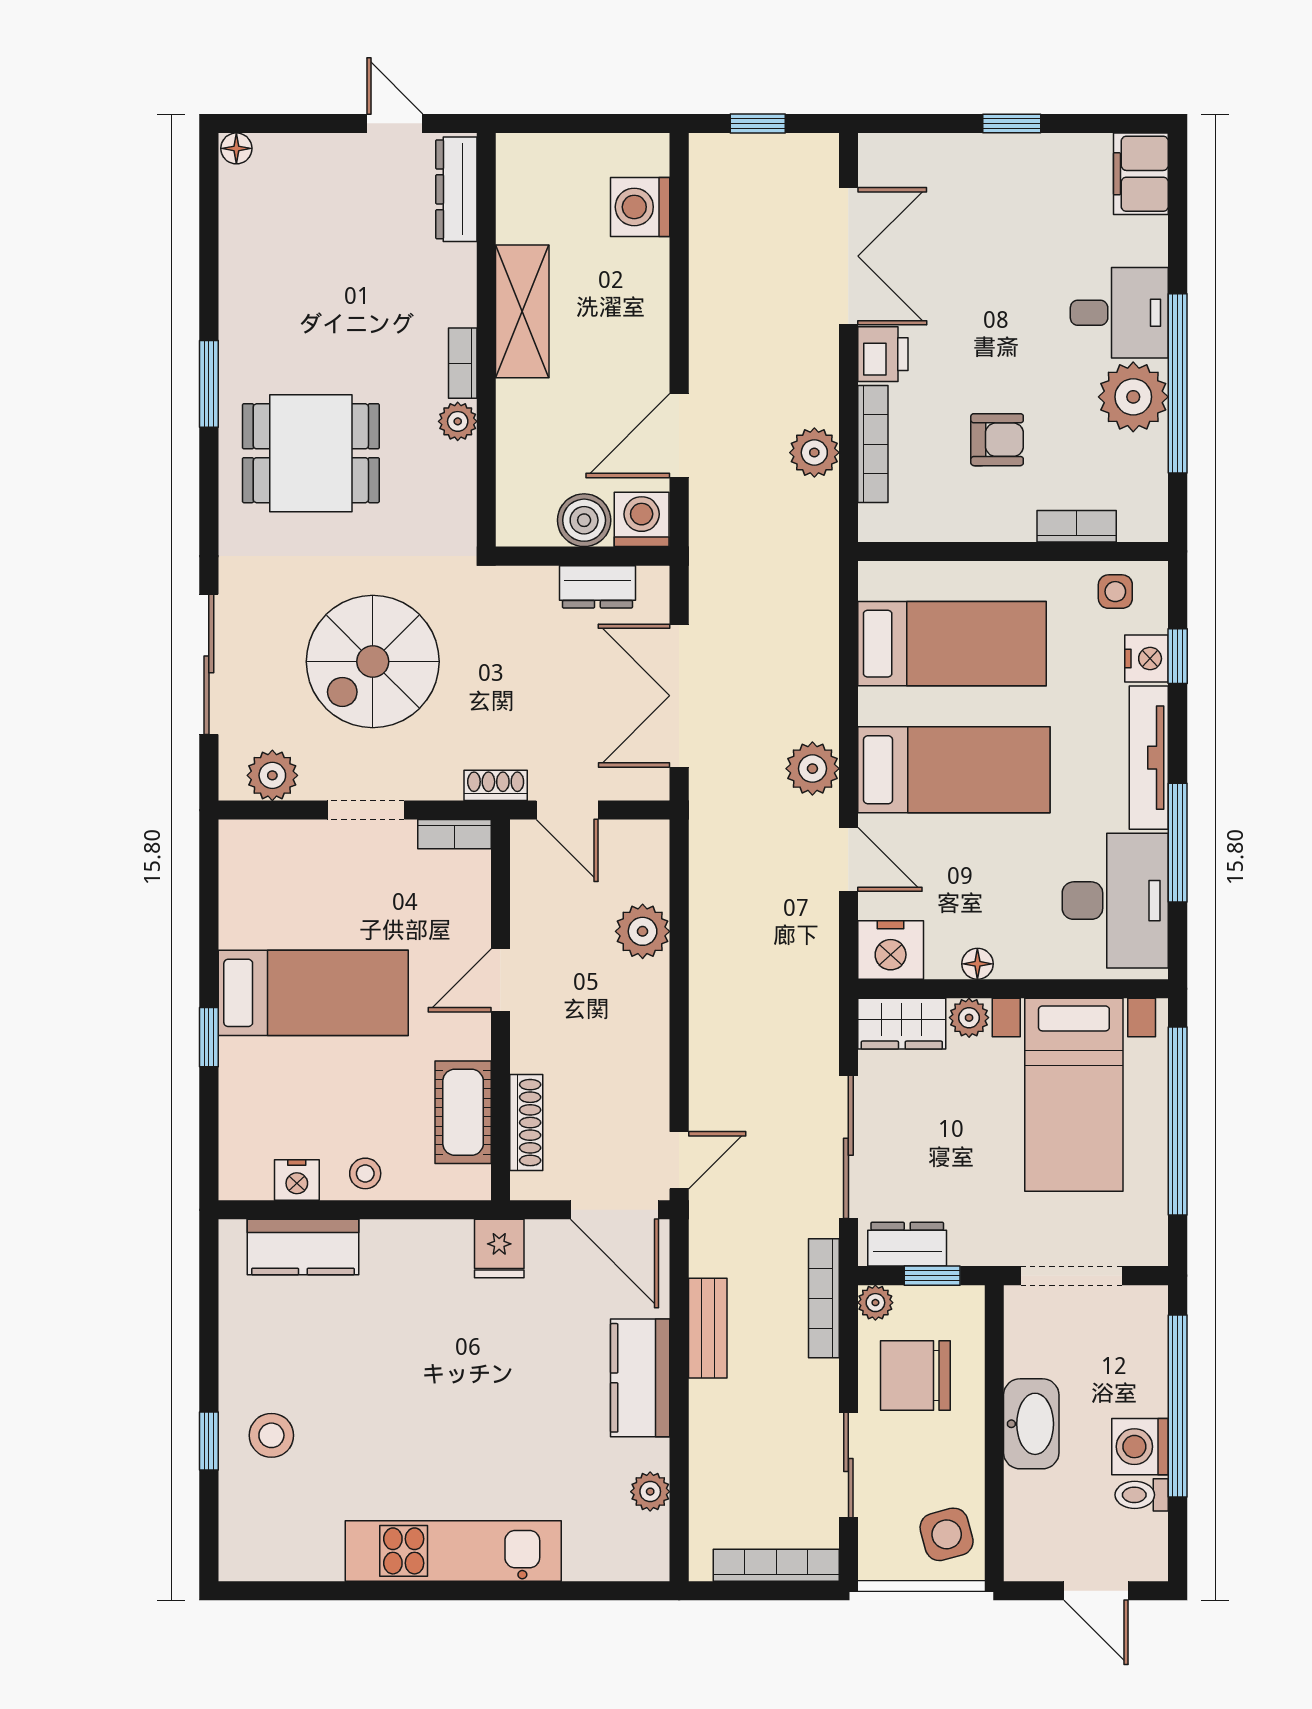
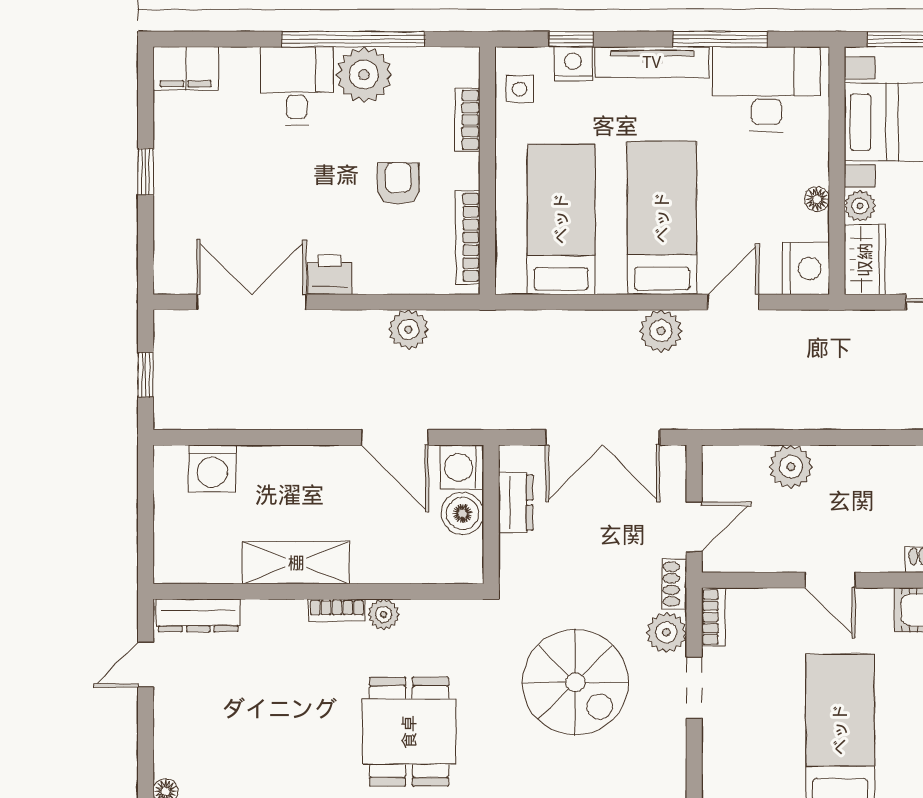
bookcase: (873, 444) -> (468, 237), moved, turned -90
plant: (272, 775) -> (666, 632), moved

